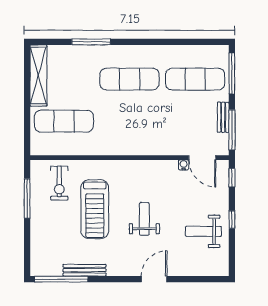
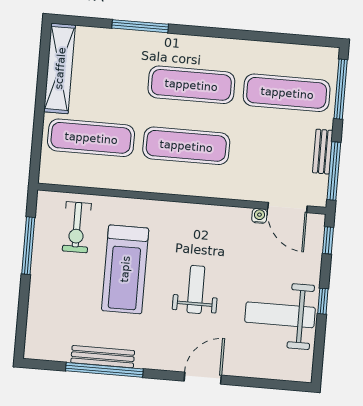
exercise mat: (130, 121) -> (186, 146), added
weight bench: (203, 231) -> (280, 315), width x1.36, depth x1.33
window: (61, 279) -> (104, 370), moved

